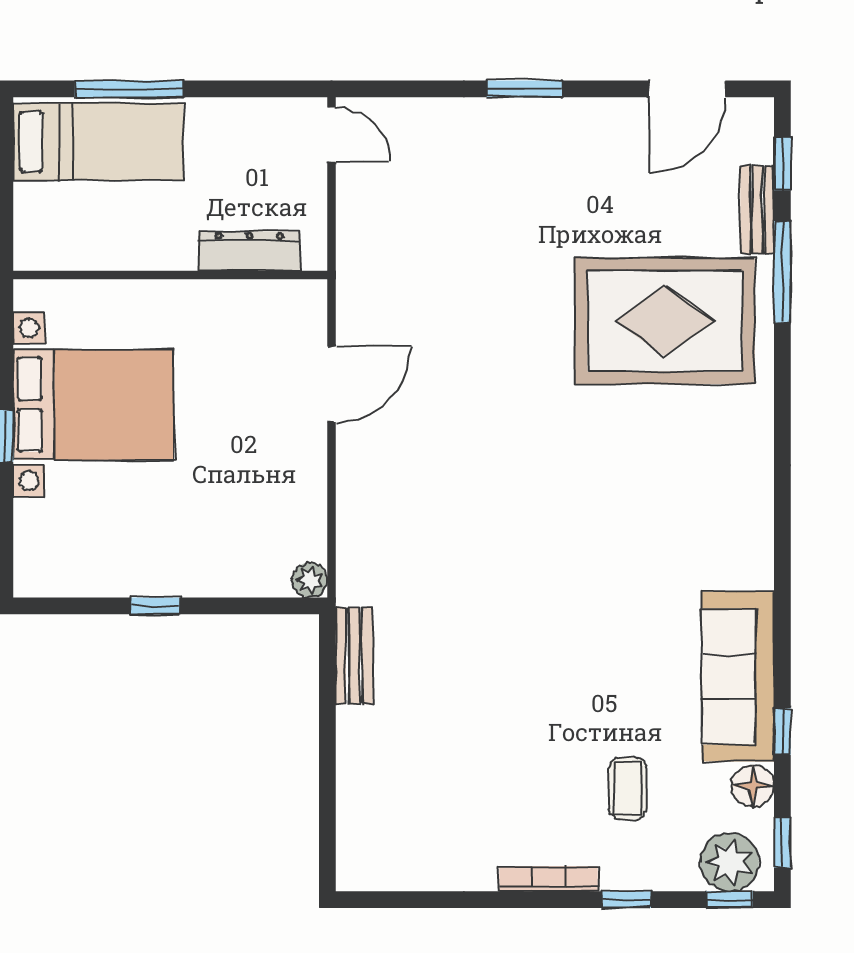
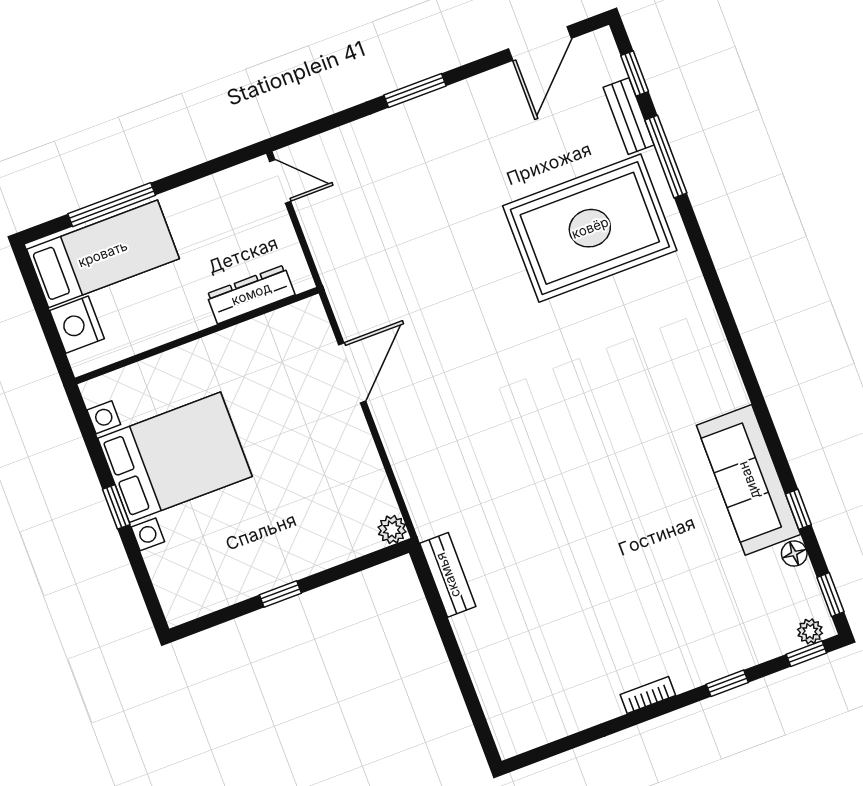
nightstand: (38, 211) -> (77, 325), added
floor lamp: (753, 786) -> (794, 554), width x0.73, depth x0.73
coffee table: (628, 788) -> (696, 598), removed
plant: (730, 862) -> (810, 631), width x0.53, depth x0.53
bookcase: (549, 879) -> (648, 695), width x0.64

